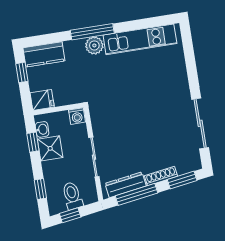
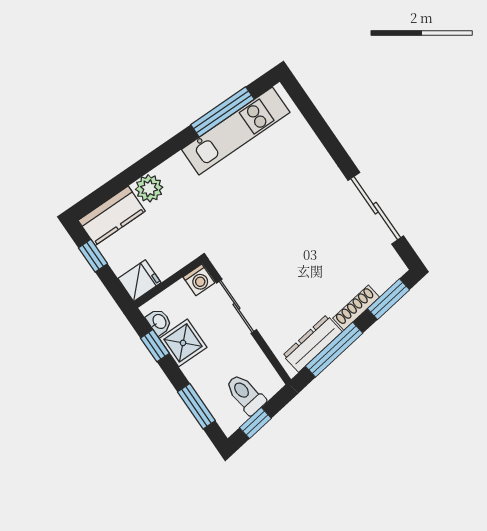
window: (92, 32) -> (222, 112), moved
plant: (94, 45) -> (149, 188), moved
sliding door: (94, 157) -> (236, 306), moved
window: (40, 189) -> (196, 406), width x1.50

